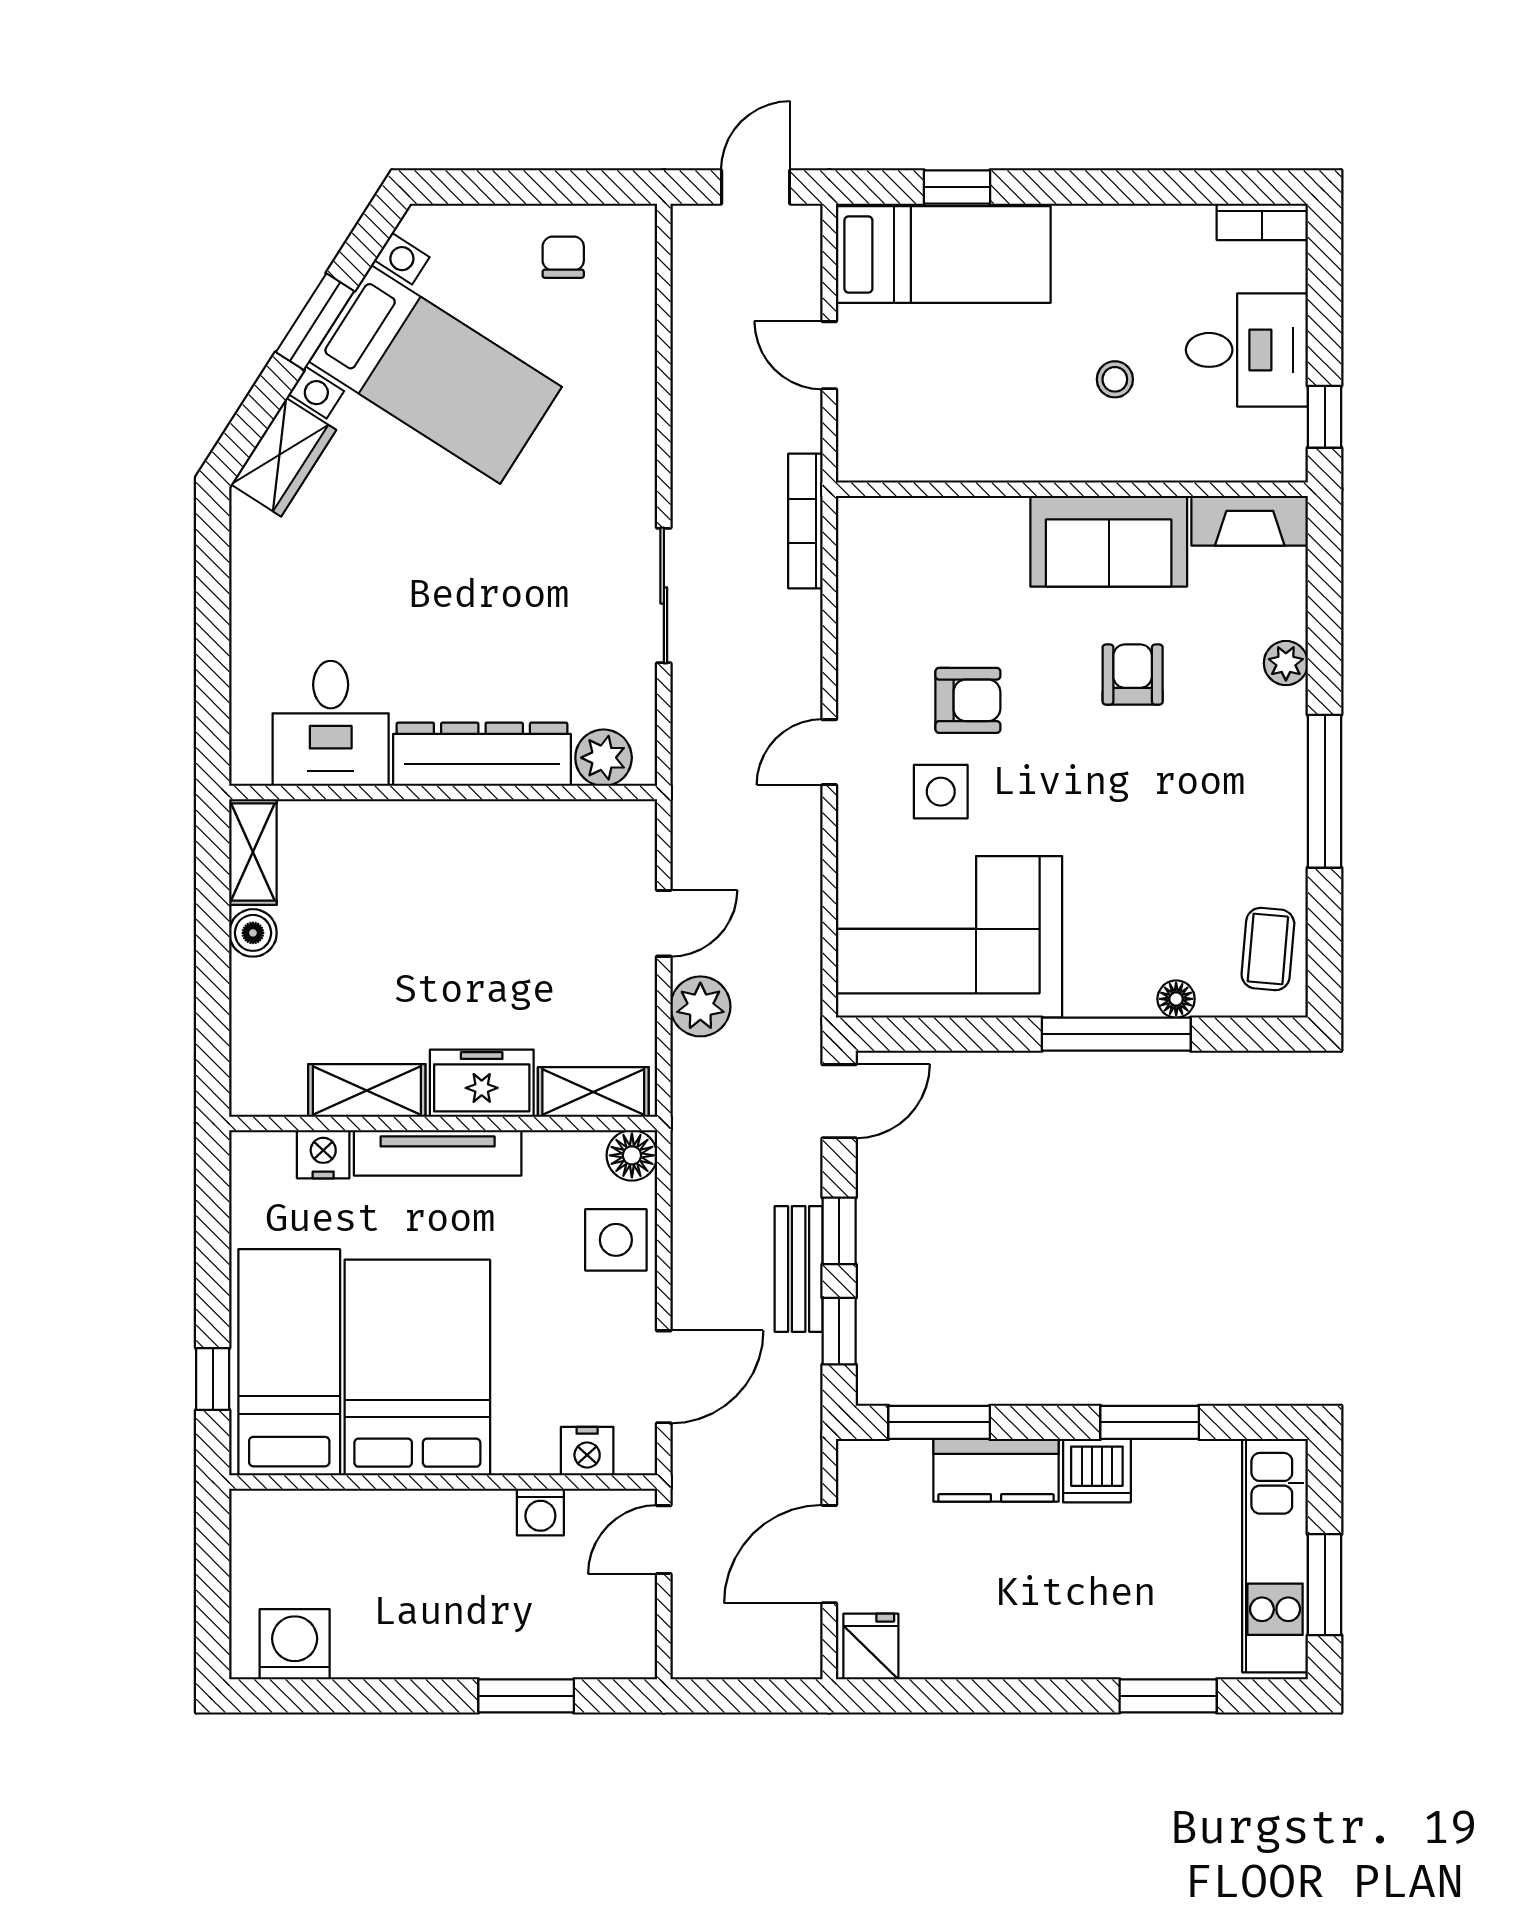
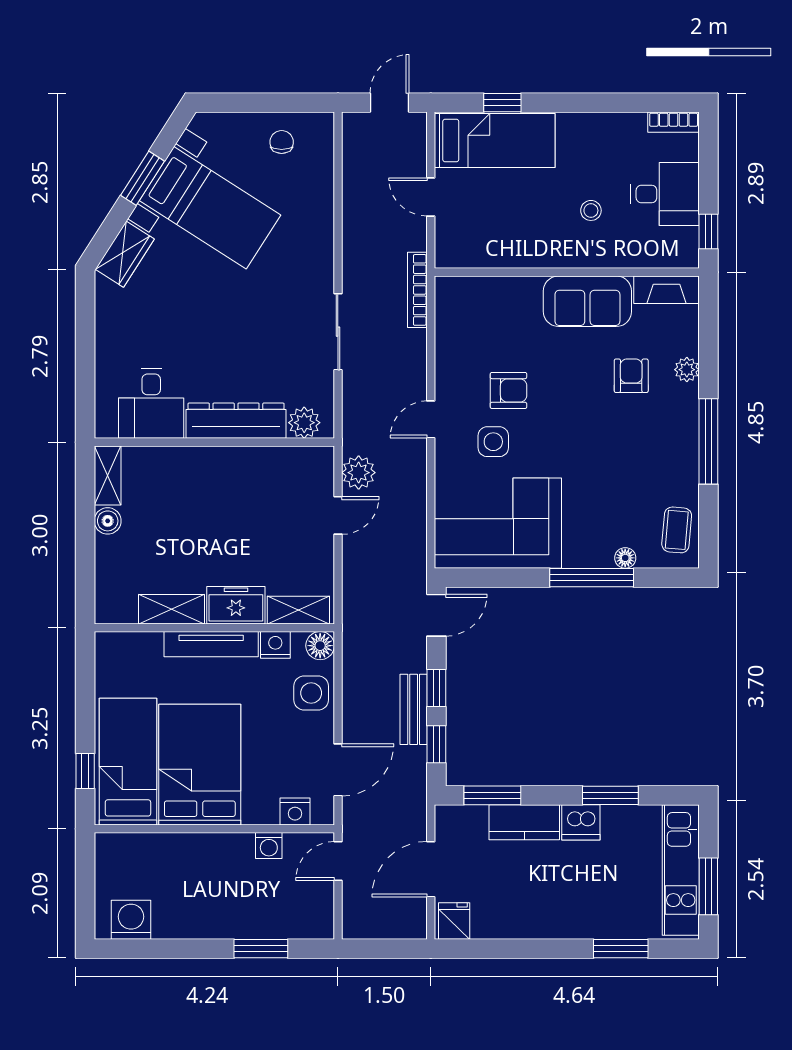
armchair: (1133, 675) -> (631, 376), moved
plant: (700, 1006) -> (359, 473), moved
nightstand: (323, 1154) -> (275, 645), moved

